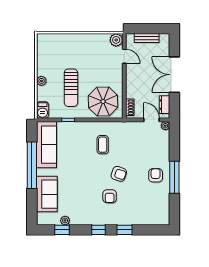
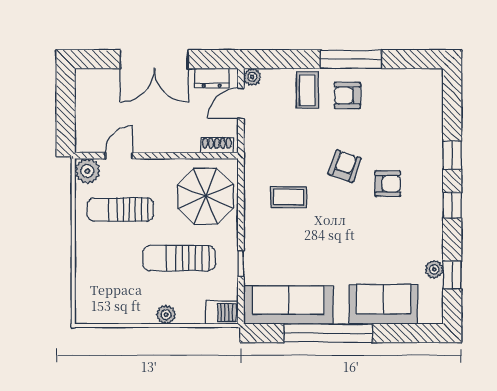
bench: (147, 38) -> (84, 113), removed
sun lounger: (96, 57) -> (120, 209), added
sun lounger: (71, 88) -> (179, 258), turned 180
coffee table: (158, 154) -> (307, 90), added

